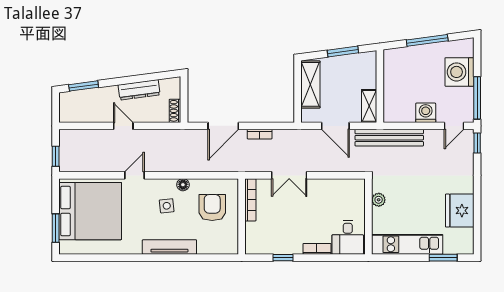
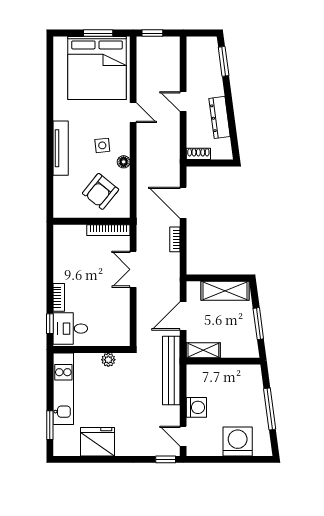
window: (477, 98) -> (211, 459), removed
door: (123, 126) -> (183, 101), swing flipped
armchair: (212, 208) -> (101, 191), turned 129
window: (56, 228) -> (98, 33), moved
window: (283, 258) -> (50, 324), moved

